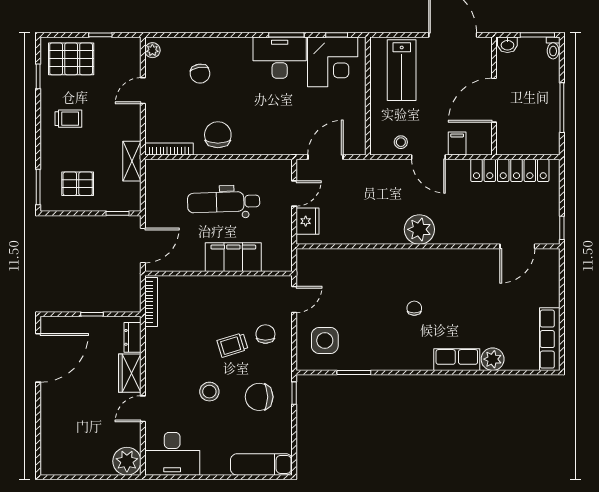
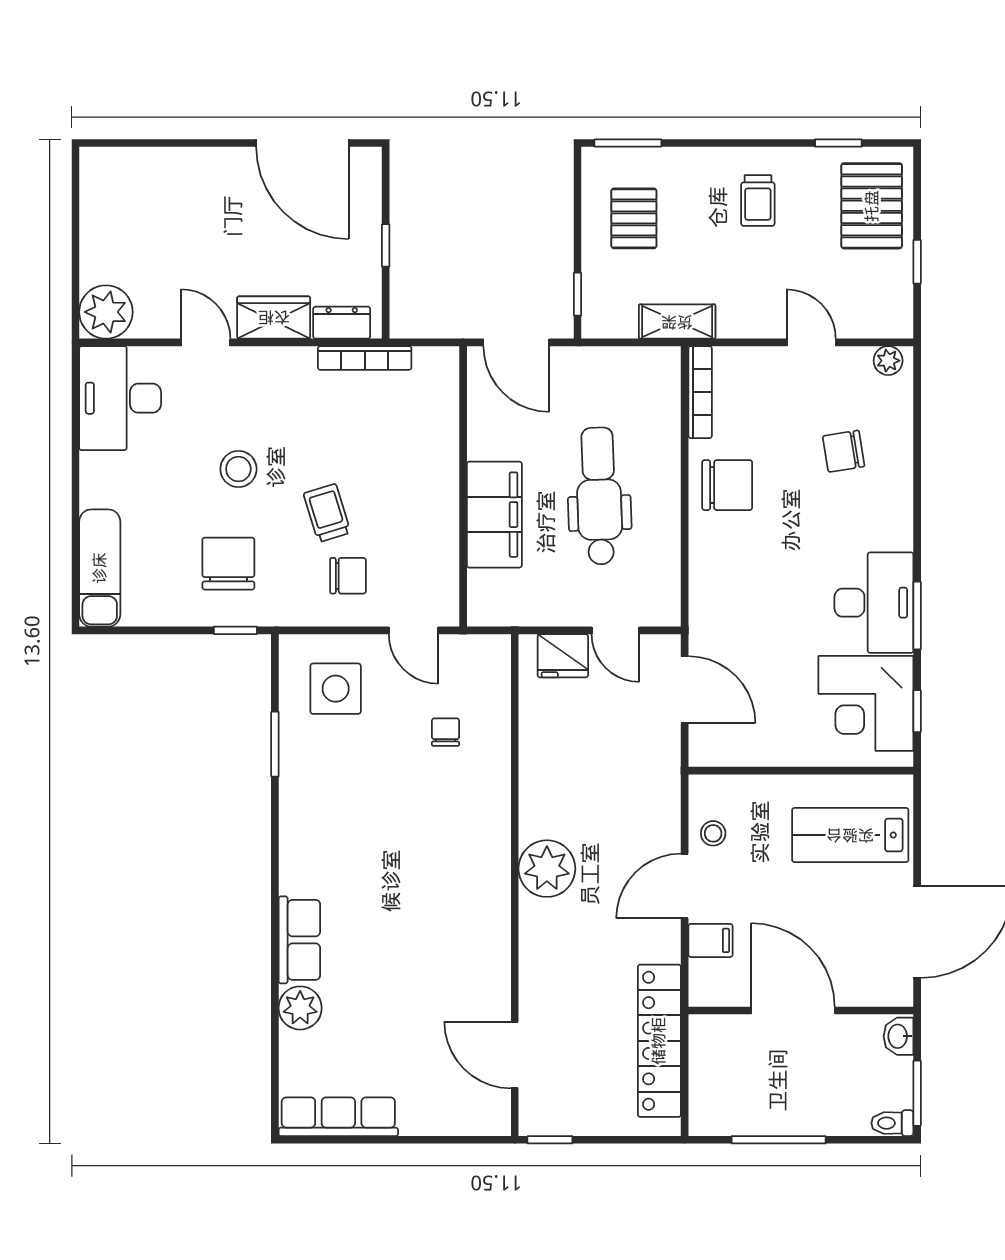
bookcase: (151, 302) -> (365, 358), moved
chair: (414, 308) -> (445, 732), moved, turned -90

